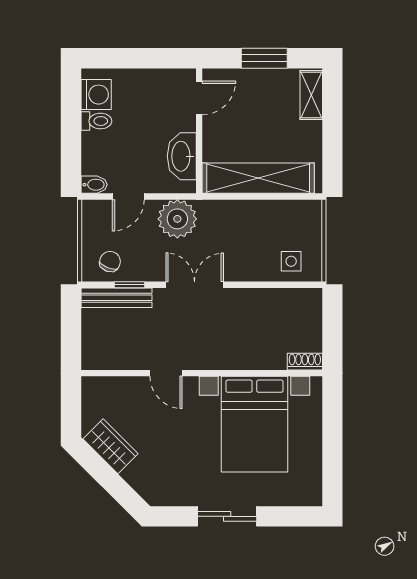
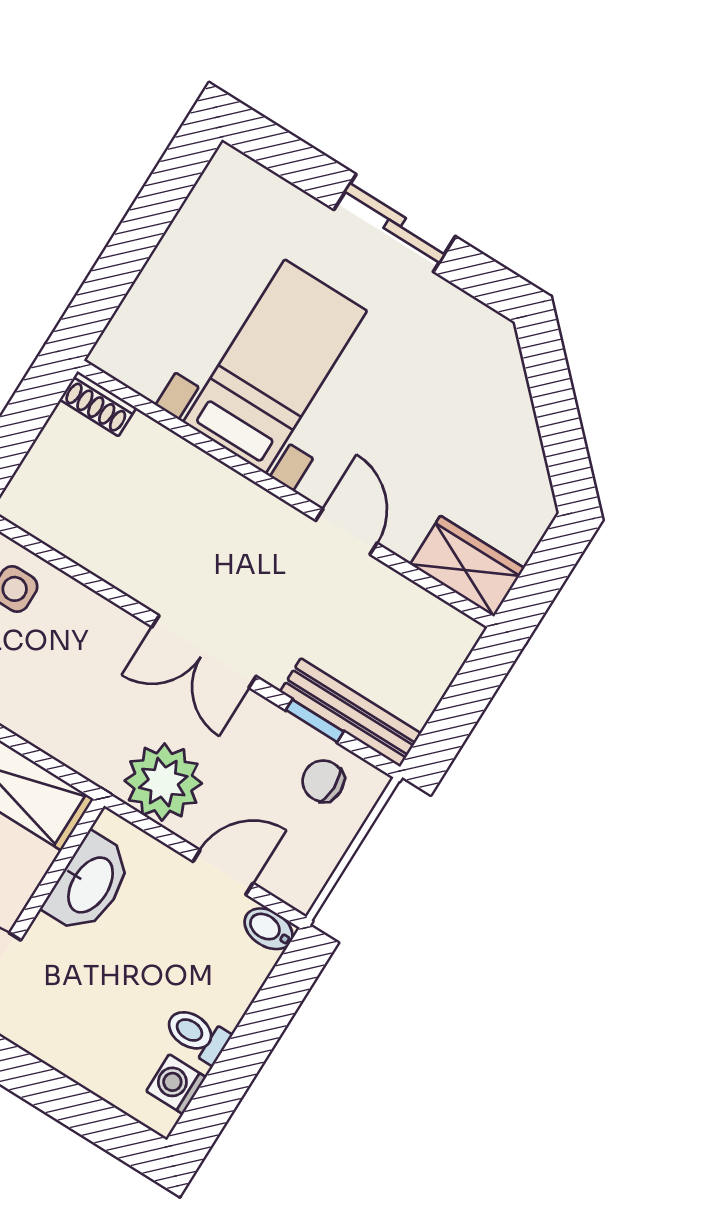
washing machine: (96, 95) -> (176, 1084), width x0.73, depth x0.73
chair: (110, 262) -> (323, 781), turned 68
bed with nightstands: (254, 424) -> (275, 367), width x0.73
wardrobe: (110, 446) -> (467, 566), moved, turned 135

